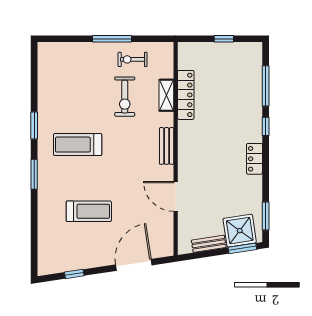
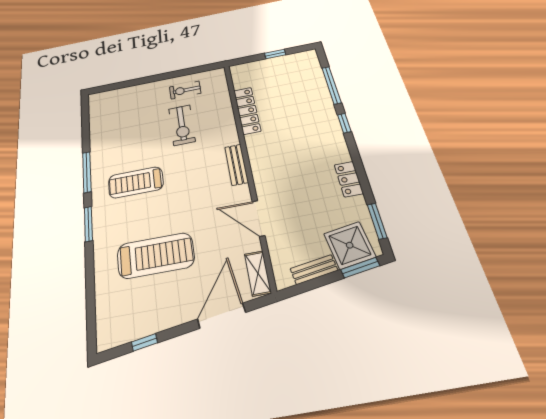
window: (112, 39) -> (162, 77), removed
shelving: (166, 95) -> (258, 273), moved
window: (34, 126) -> (87, 172), width x1.44
locker: (254, 159) -> (349, 179), moved
treadmill: (89, 211) -> (156, 256), width x1.37, depth x1.38

